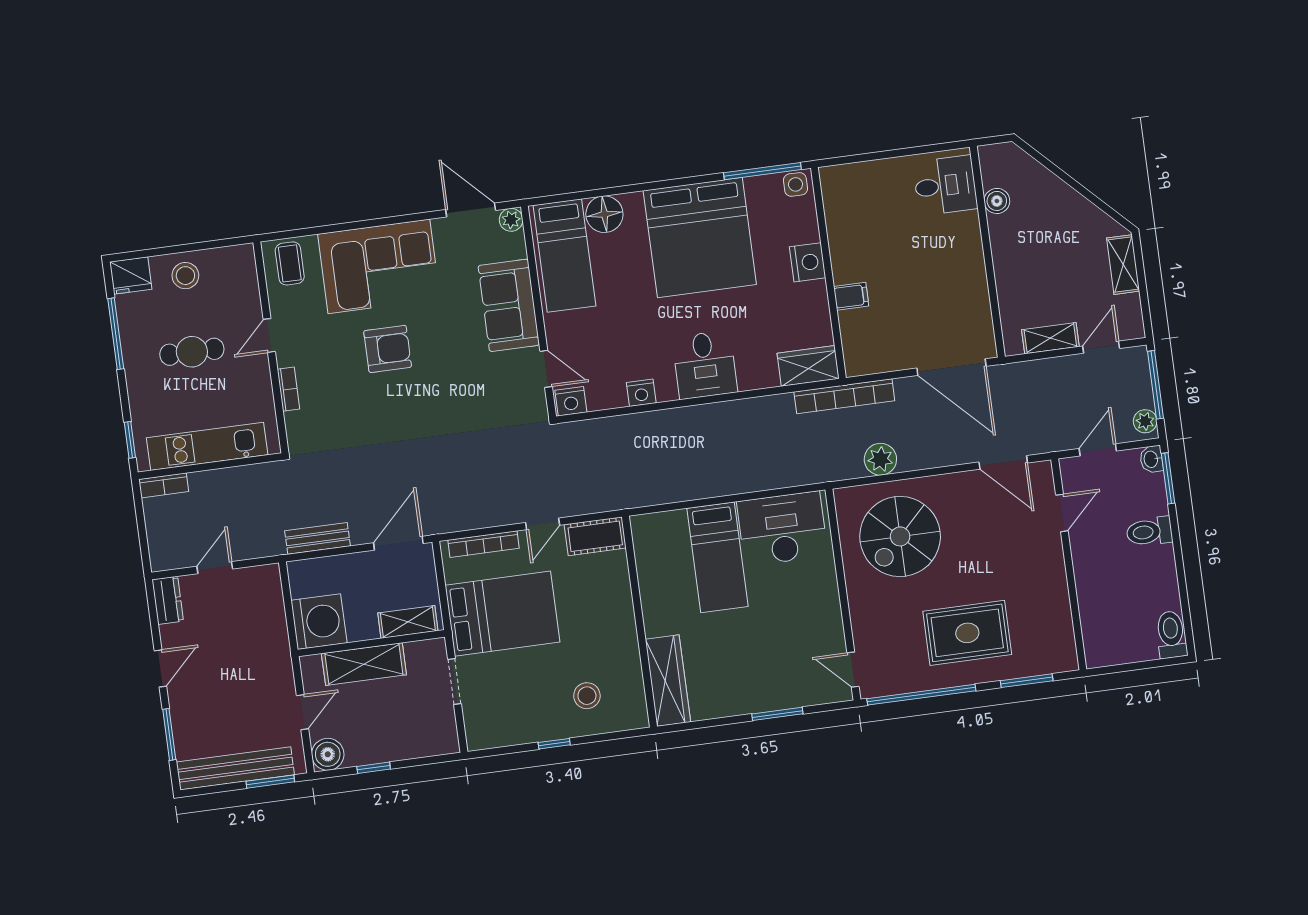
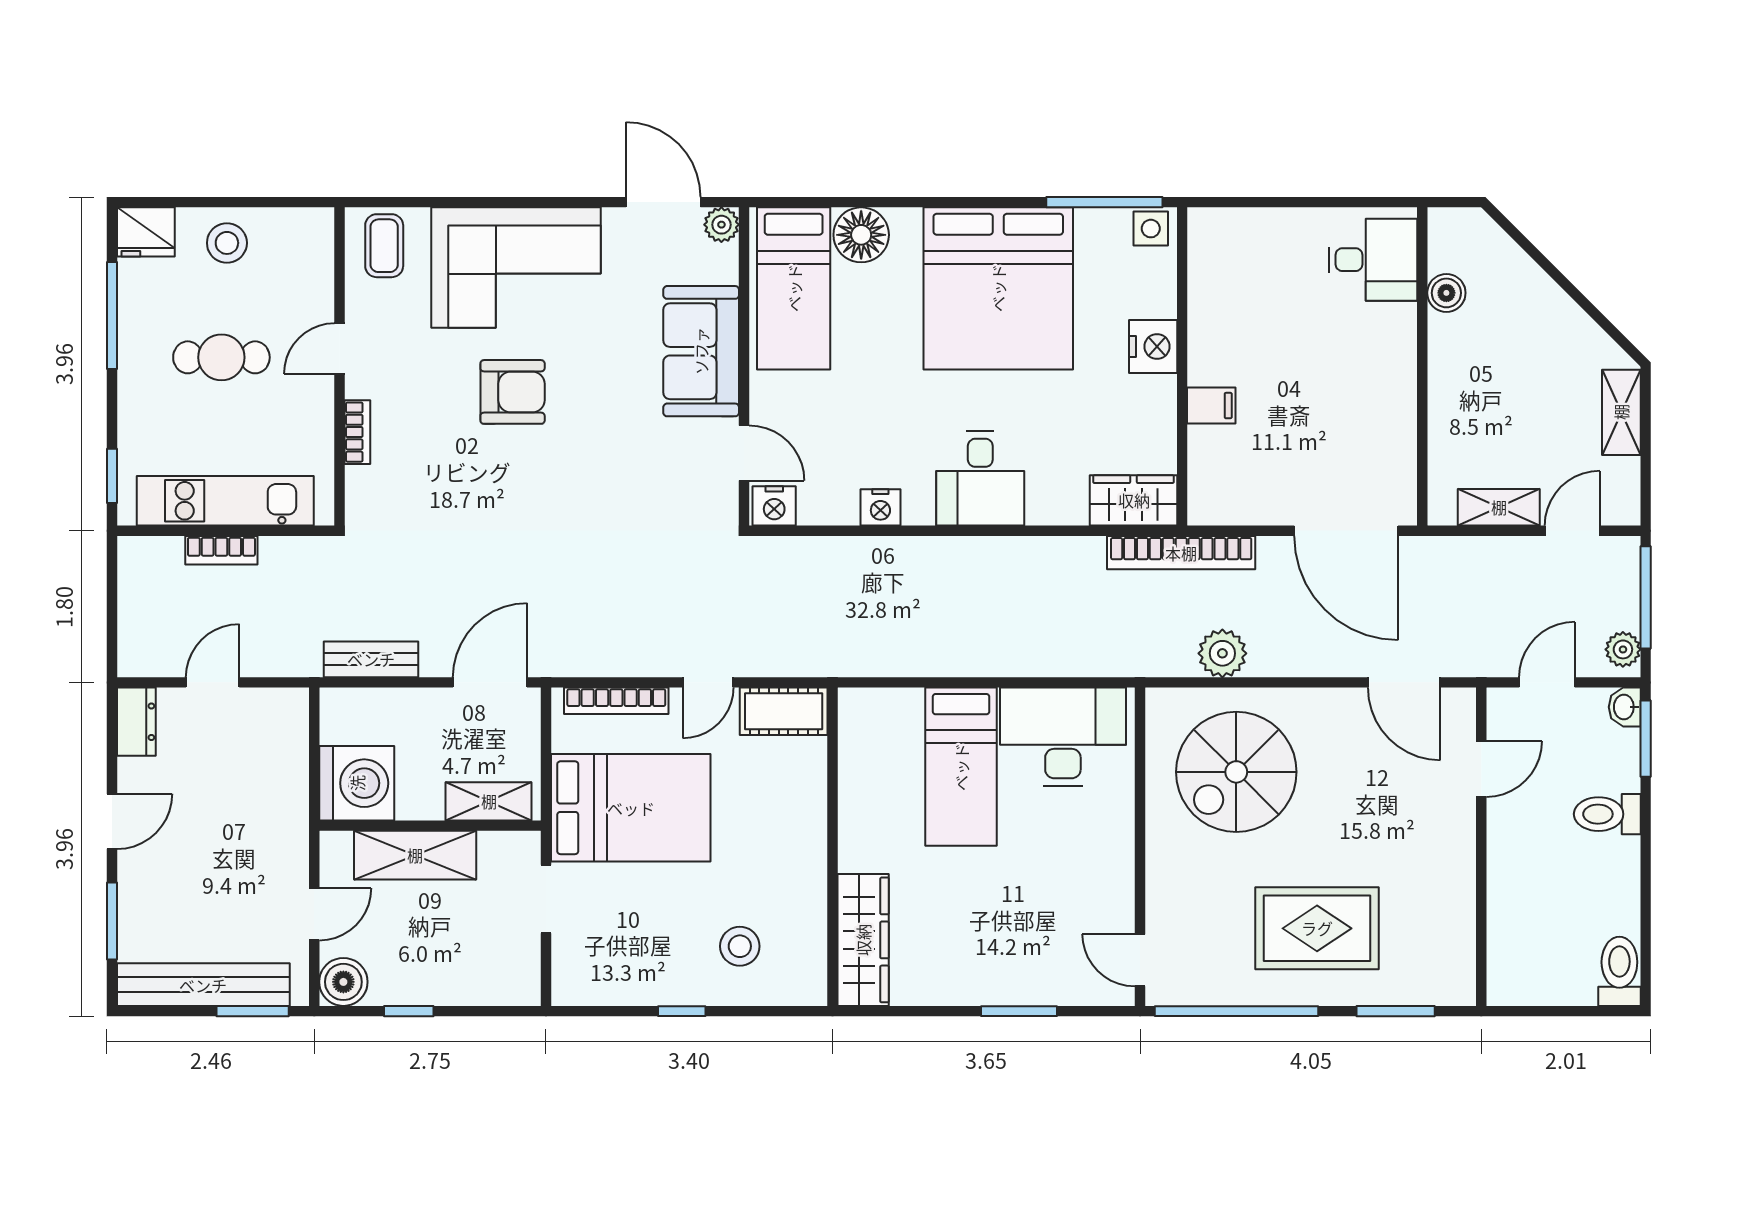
bookcase: (164, 485) -> (221, 550), moved

